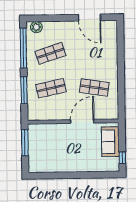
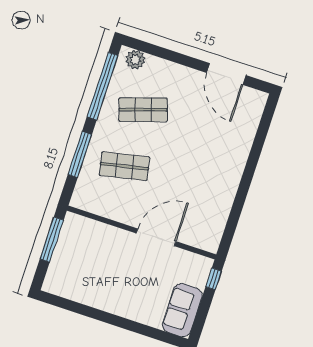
shop shelf: (94, 87) -> (195, 189), removed
sofa: (110, 142) -> (182, 310), moved
window: (122, 158) -> (214, 279), moved

